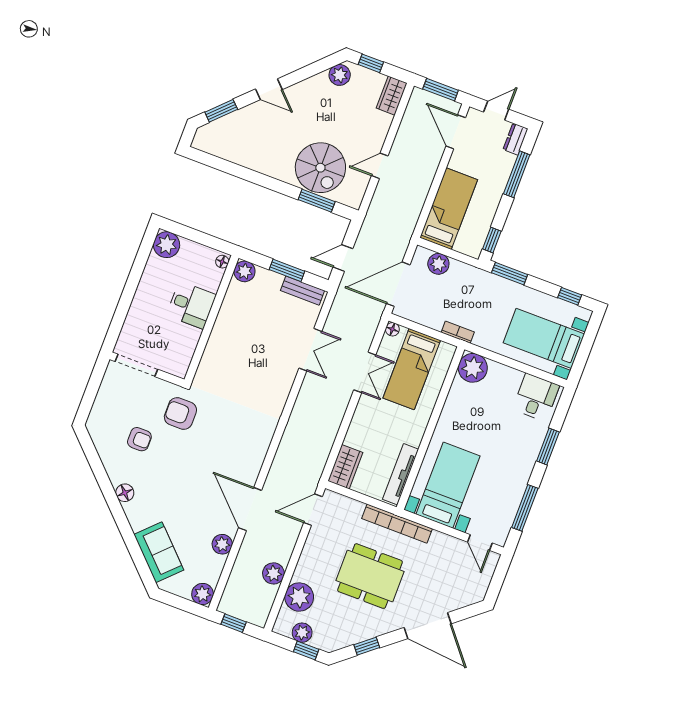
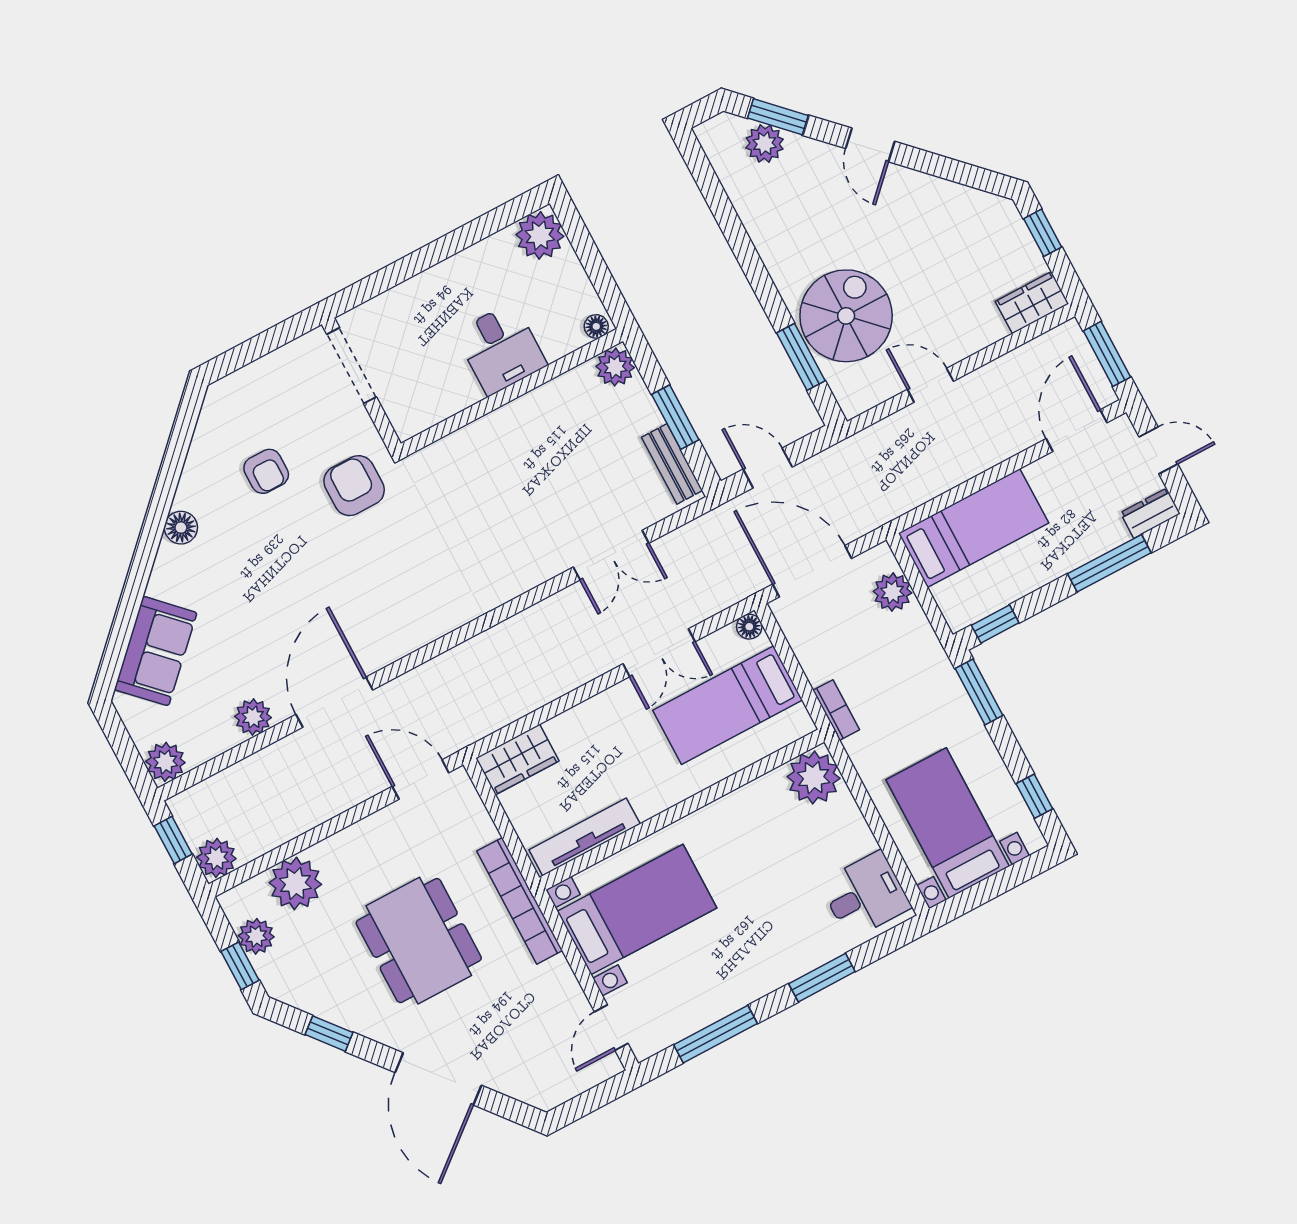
plant: (340, 75) -> (765, 144), moved
spiral stairs: (320, 168) -> (846, 316), turned 180
plant: (273, 573) -> (216, 858), moved

